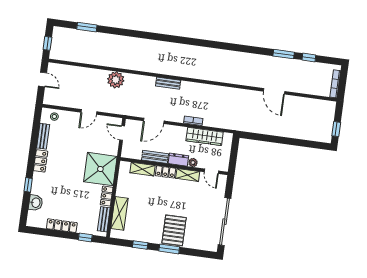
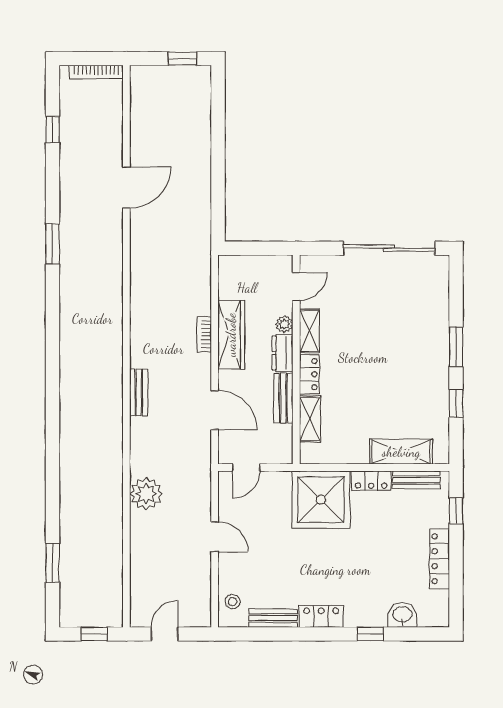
window: (284, 54) -> (53, 244), moved
wardrobe: (205, 136) -> (231, 335), moved
pallet: (174, 230) -> (419, 342), removed

